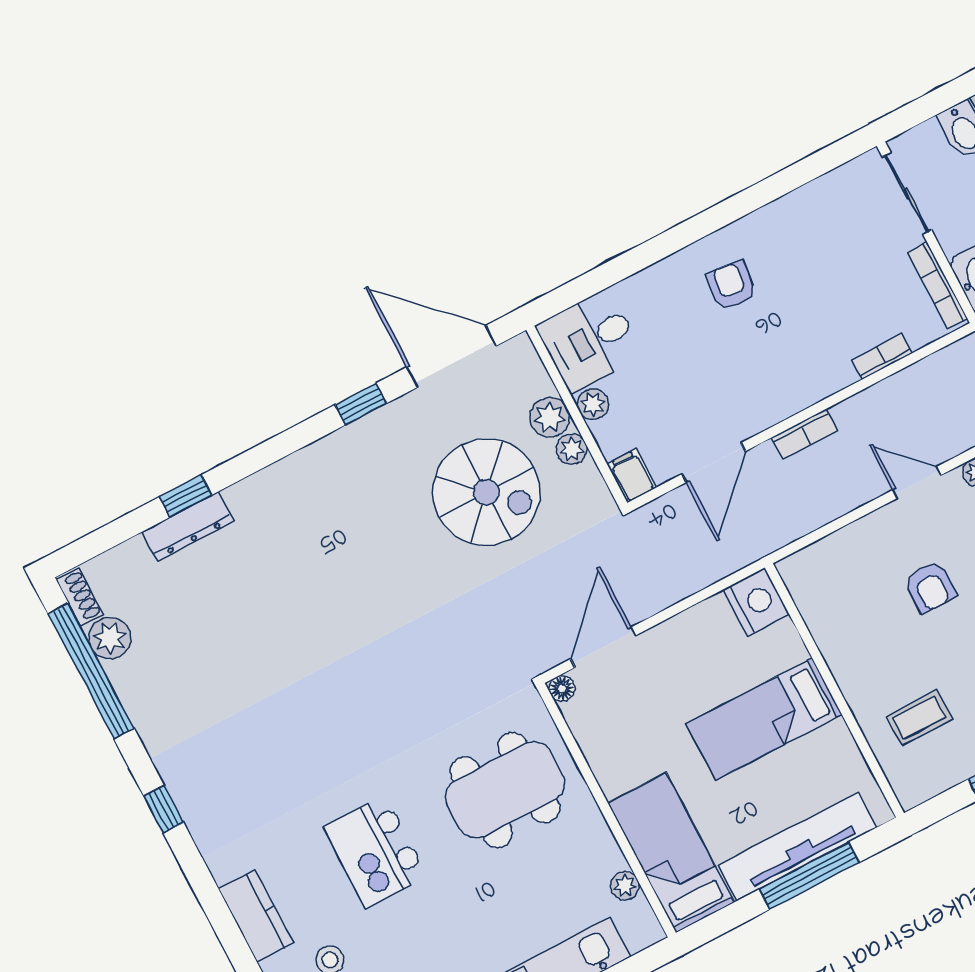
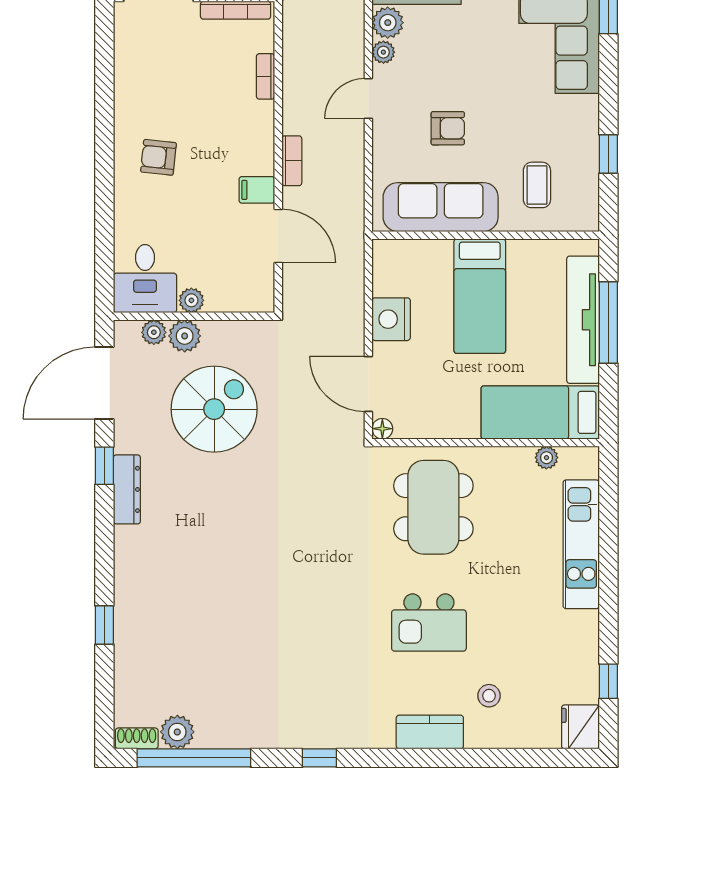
plant: (572, 449) -> (154, 332), moved
filing cabinet: (632, 476) -> (257, 190), moved
dresser: (188, 526) -> (127, 489), moved
nightstand: (756, 602) -> (391, 319), moved, turned -90
sofa: (839, 625) -> (441, 207), added

